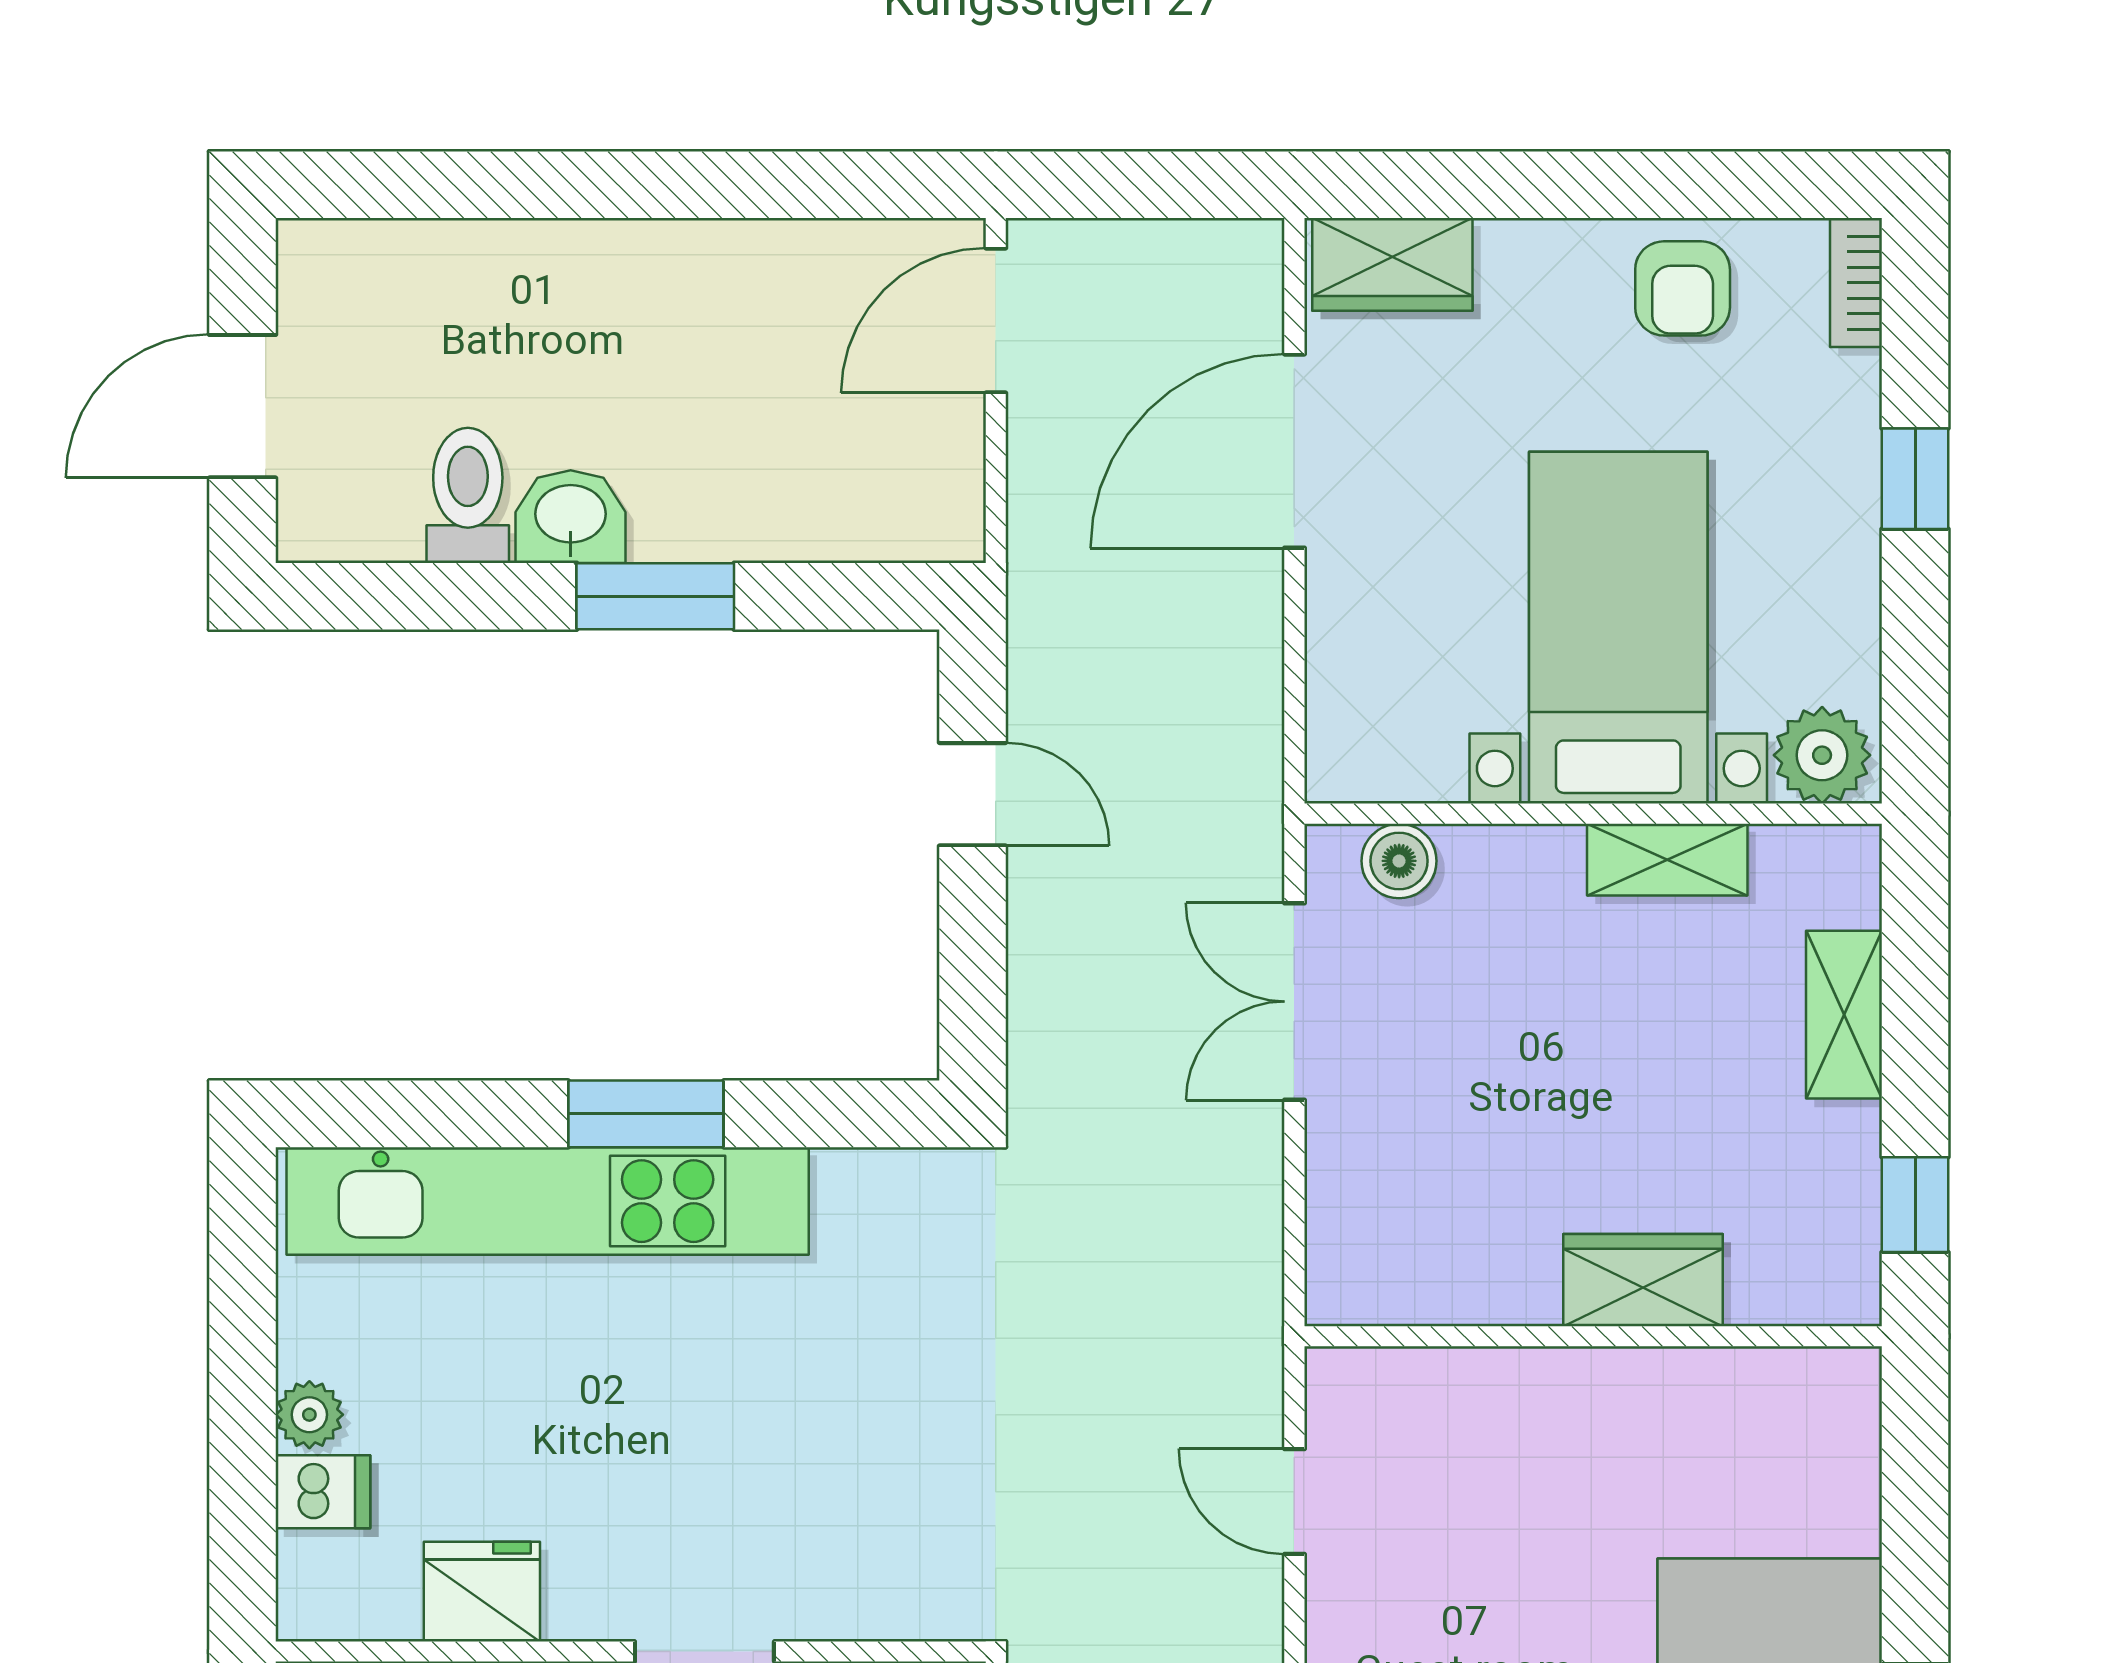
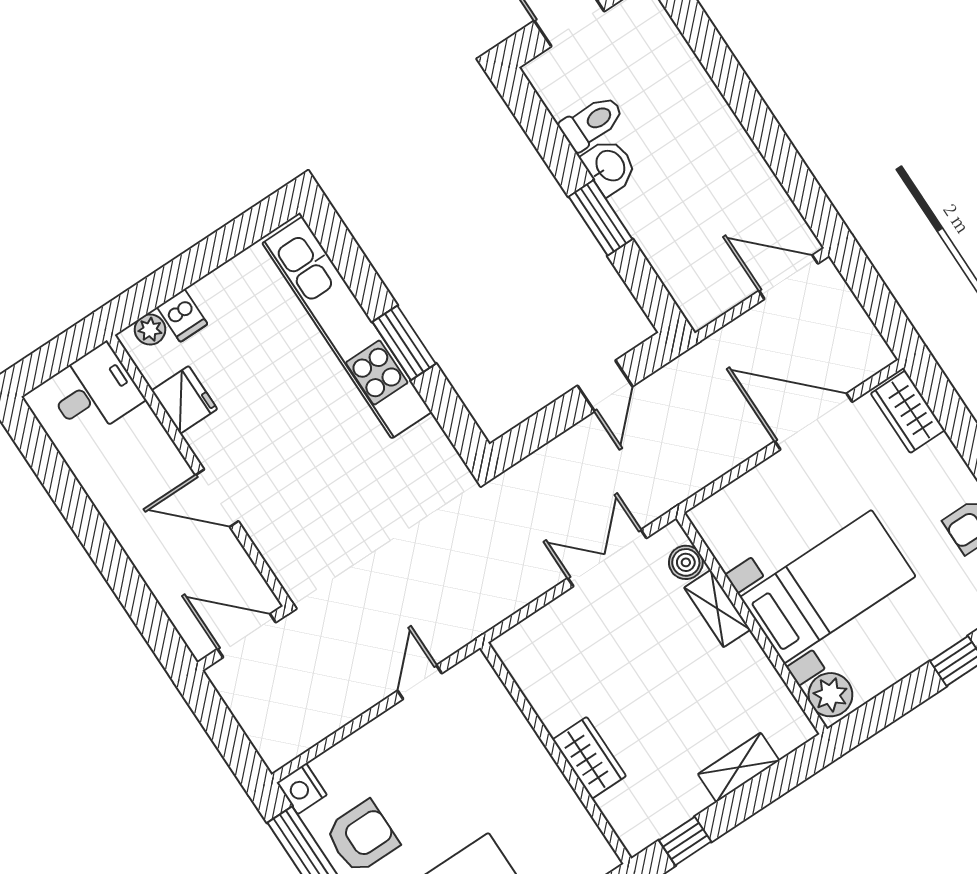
shelving: (1667, 860) -> (717, 609), moved
plant: (309, 1415) -> (150, 330), moved

